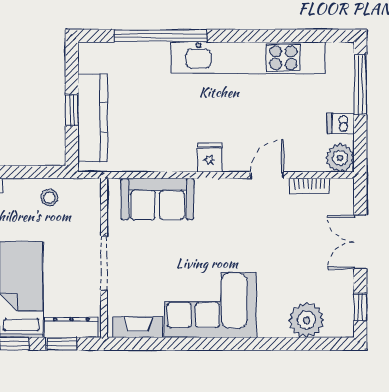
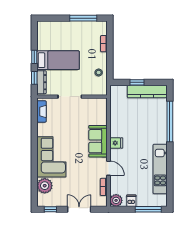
kitchen unit: (248, 58) -> (160, 169), width x0.73
kitchen counter: (93, 117) -> (147, 91), moved
sofa: (157, 199) -> (98, 141), moved
corner sofa: (210, 305) -> (51, 157), moved

